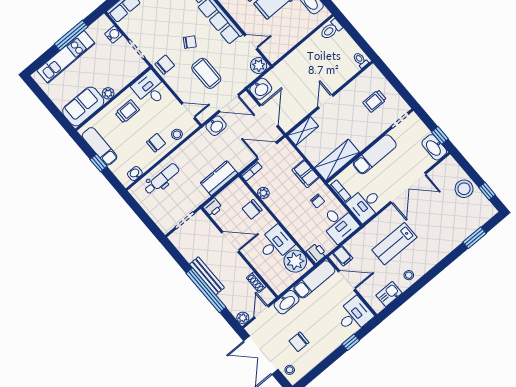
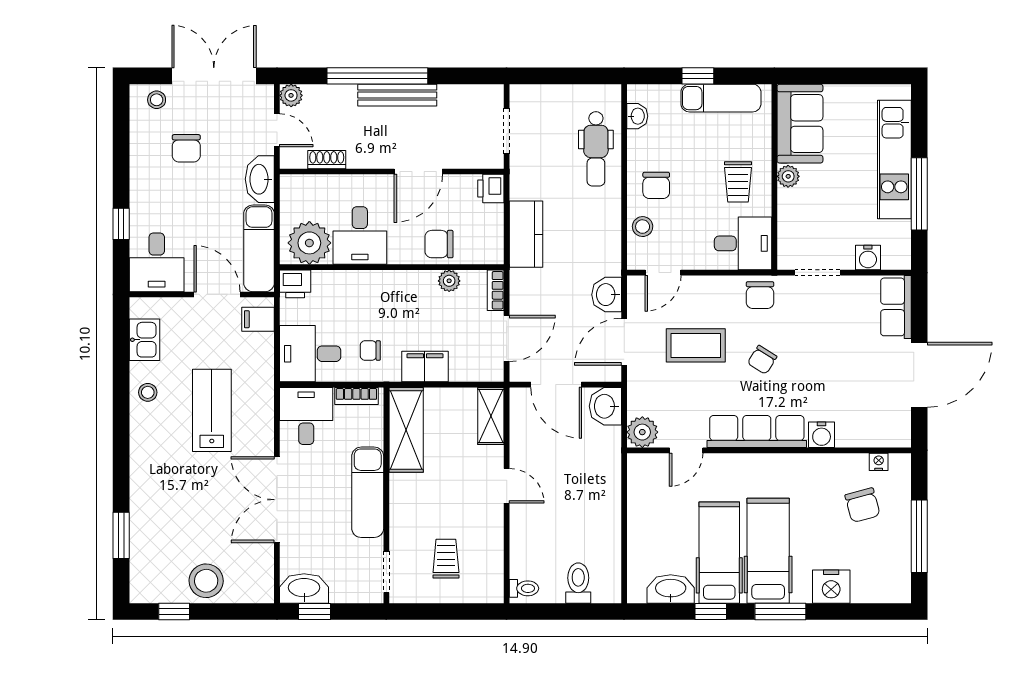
toilet: (331, 29) -> (578, 583), moved
chair: (252, 209) -> (439, 244), turned -90
door: (347, 280) -> (217, 294), swing flipped
chair: (299, 342) -> (186, 148), turned 180

